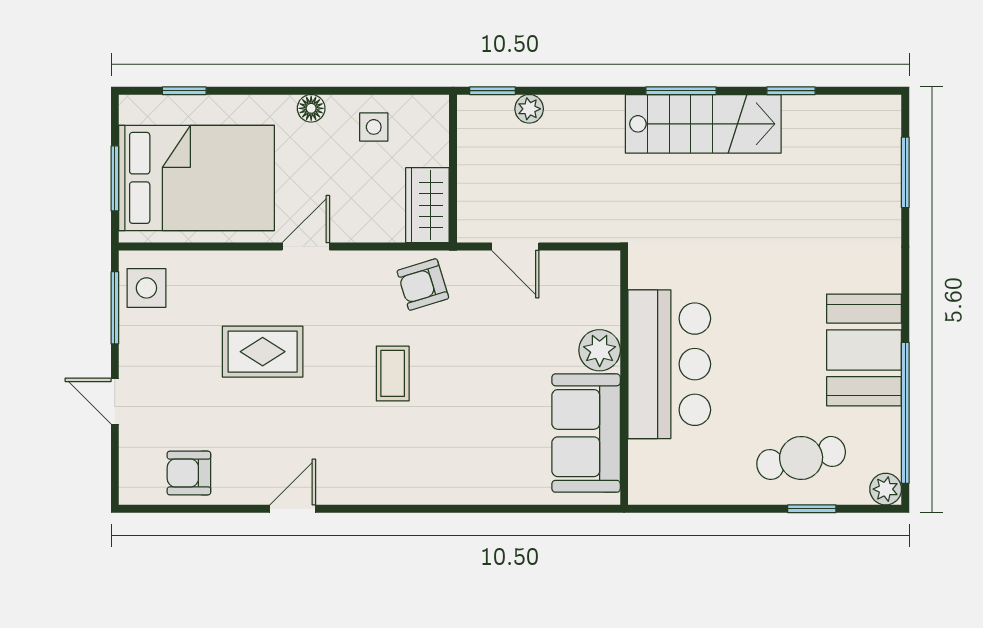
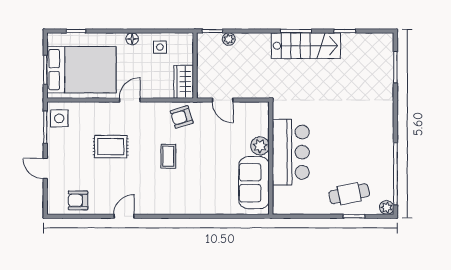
booth: (864, 350) -> (377, 146), removed

